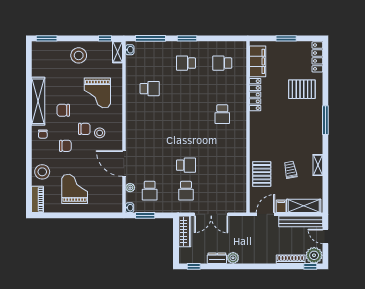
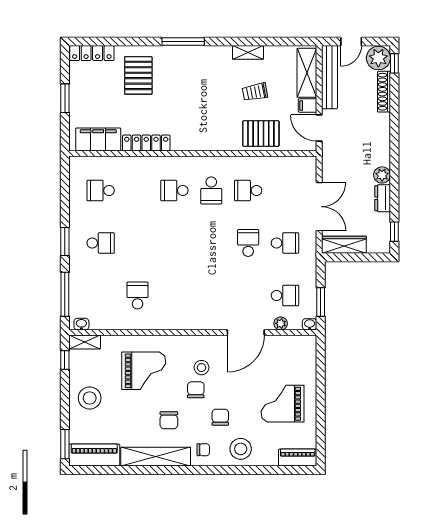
piano: (39, 59) -> (94, 455), added
school desk: (186, 63) -> (101, 243), turned -90
school desk: (222, 63) -> (101, 190), turned 90
school desk: (222, 114) -> (174, 190), turned 180
school desk: (222, 140) -> (211, 190), added
school desk: (222, 165) -> (248, 190), added
stool: (42, 172) -> (241, 449), moved

